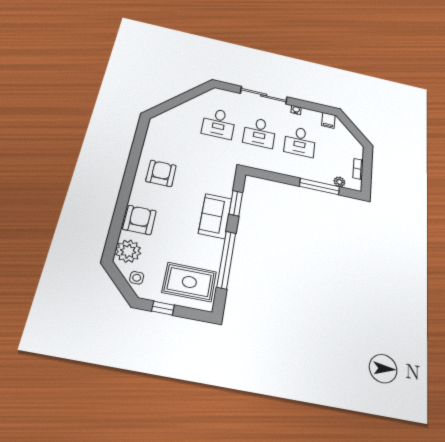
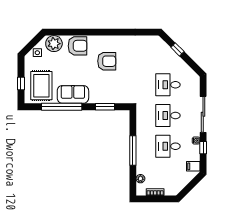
window: (174, 103) -> (177, 49), added
window: (306, 105) -> (203, 148), added
armchair: (161, 173) -> (107, 61), moved
window: (320, 187) -> (133, 151), moved
sofa: (215, 216) -> (73, 94), moved
window: (163, 308) -> (21, 84), moved

